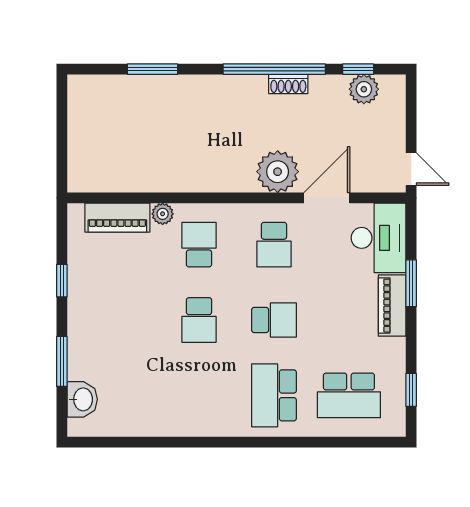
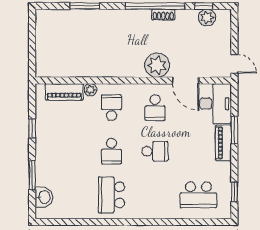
door: (327, 198) -> (186, 81), swing flipped
school desk: (274, 395) -> (112, 195), moved

